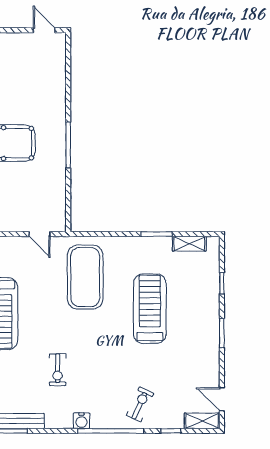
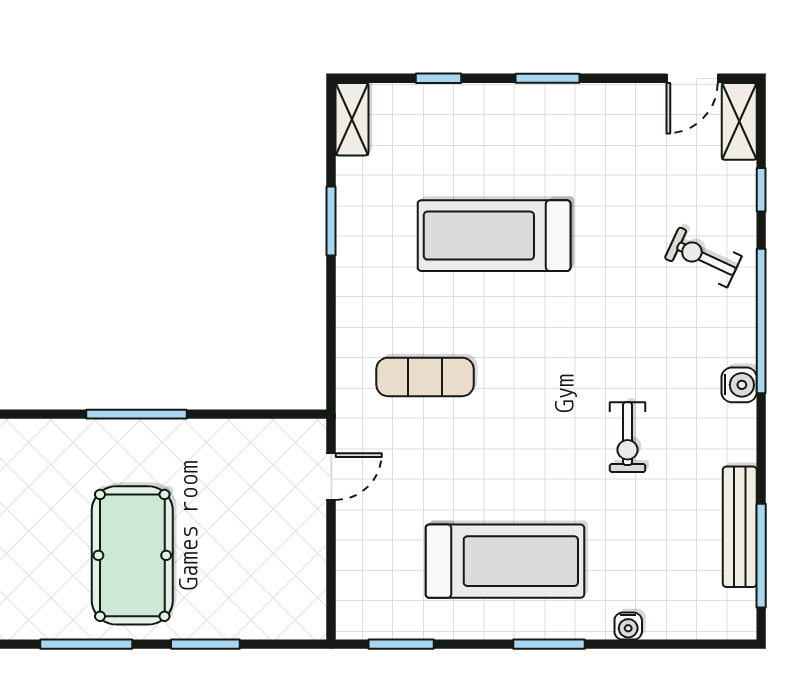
shelving: (189, 244) -> (352, 119), moved
exercise mat: (85, 277) -> (425, 377), width x0.50, depth x0.69
exercise bike: (58, 370) -> (628, 437), turned 90

